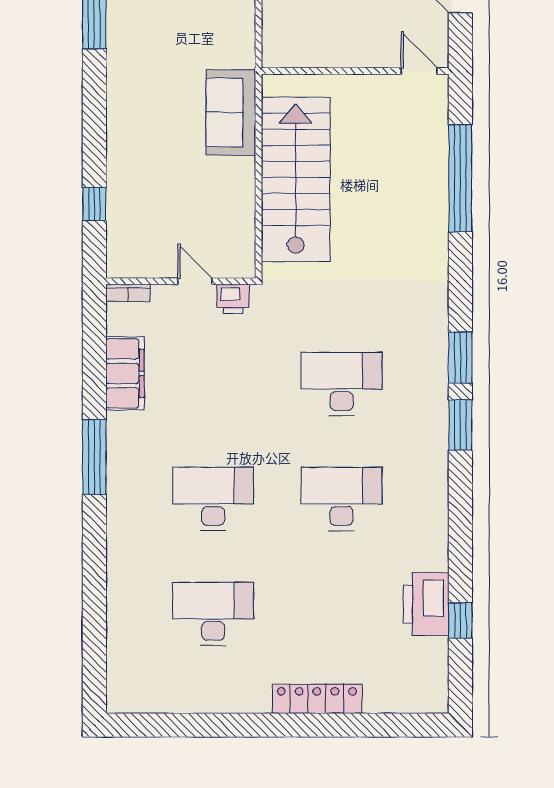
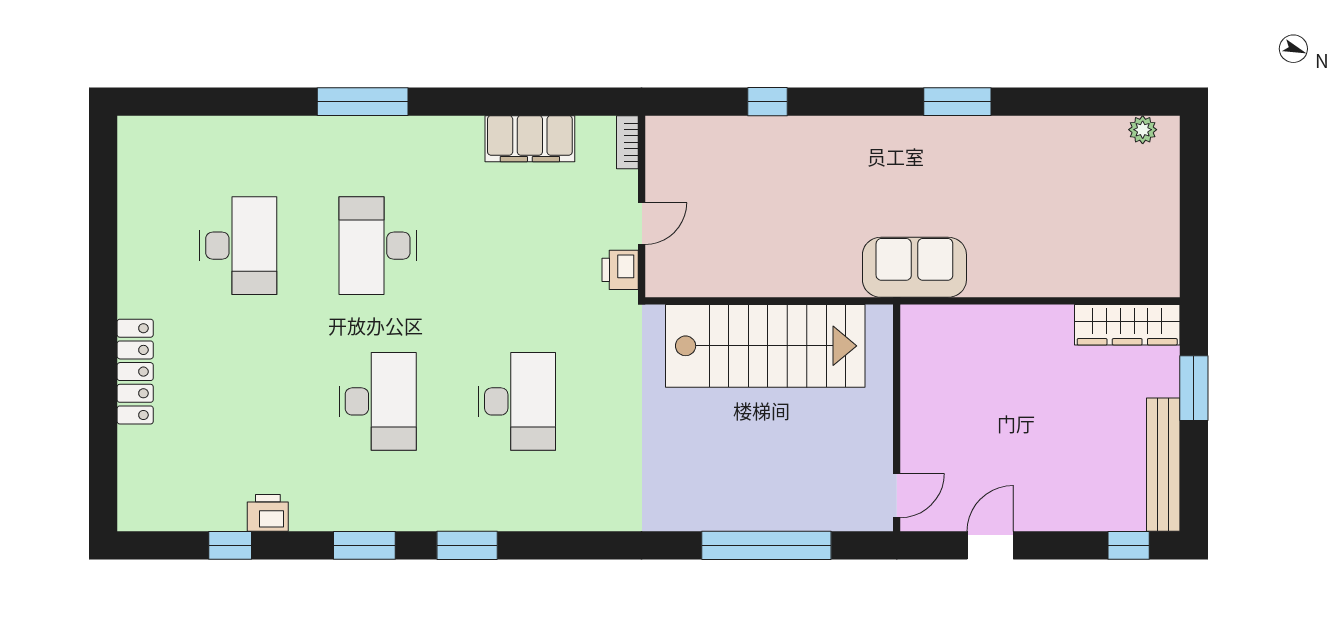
sofa: (231, 113) -> (914, 267), moved
window: (94, 204) -> (767, 102), moved
window: (460, 358) -> (364, 545), moved
window: (94, 457) -> (363, 102), moved
desk: (213, 499) -> (378, 246), turned 180
printer: (426, 604) -> (268, 513), width x0.53, depth x0.68

